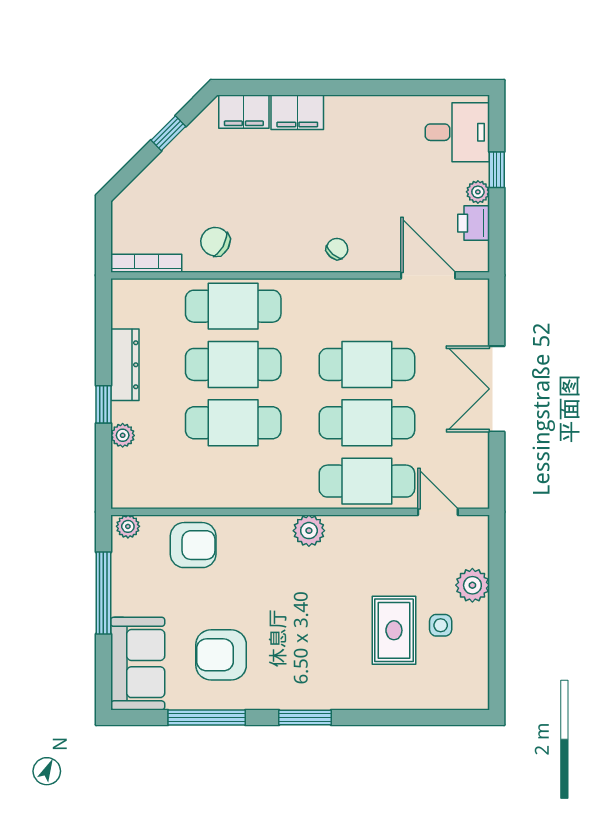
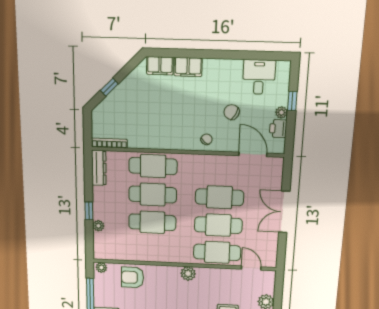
desk: (457, 132) -> (259, 77), moved, turned -90
window: (168, 133) -> (109, 87), moved
chair: (215, 242) -> (232, 112), moved
dresser: (125, 365) -> (99, 168), moved
armchair: (193, 545) -> (132, 277), turned 180

